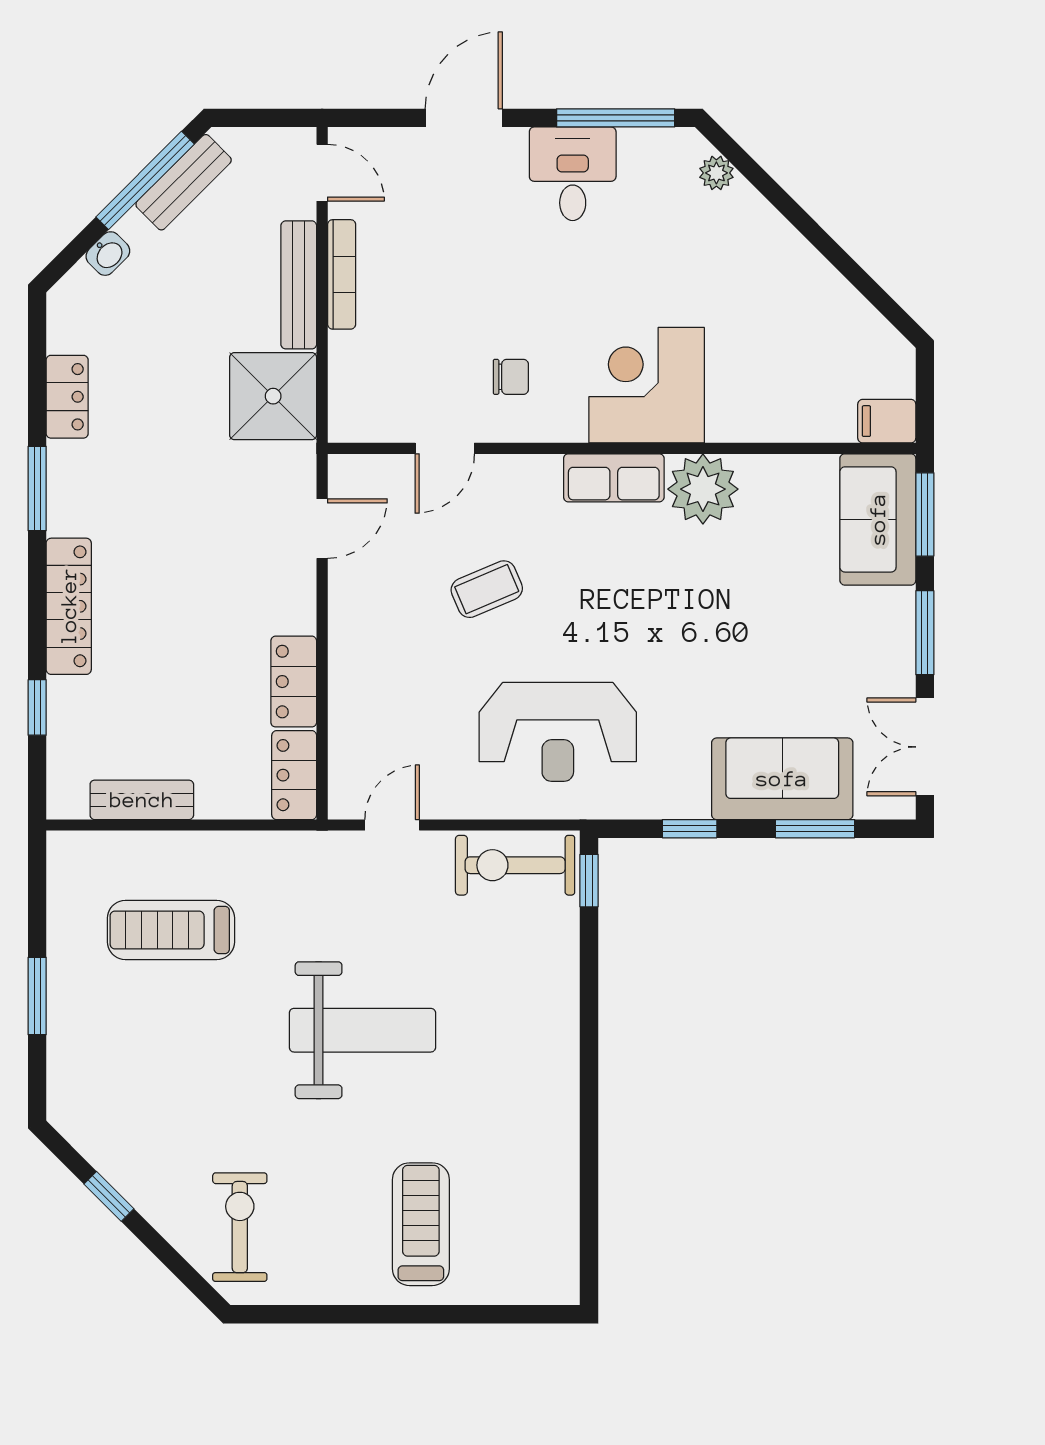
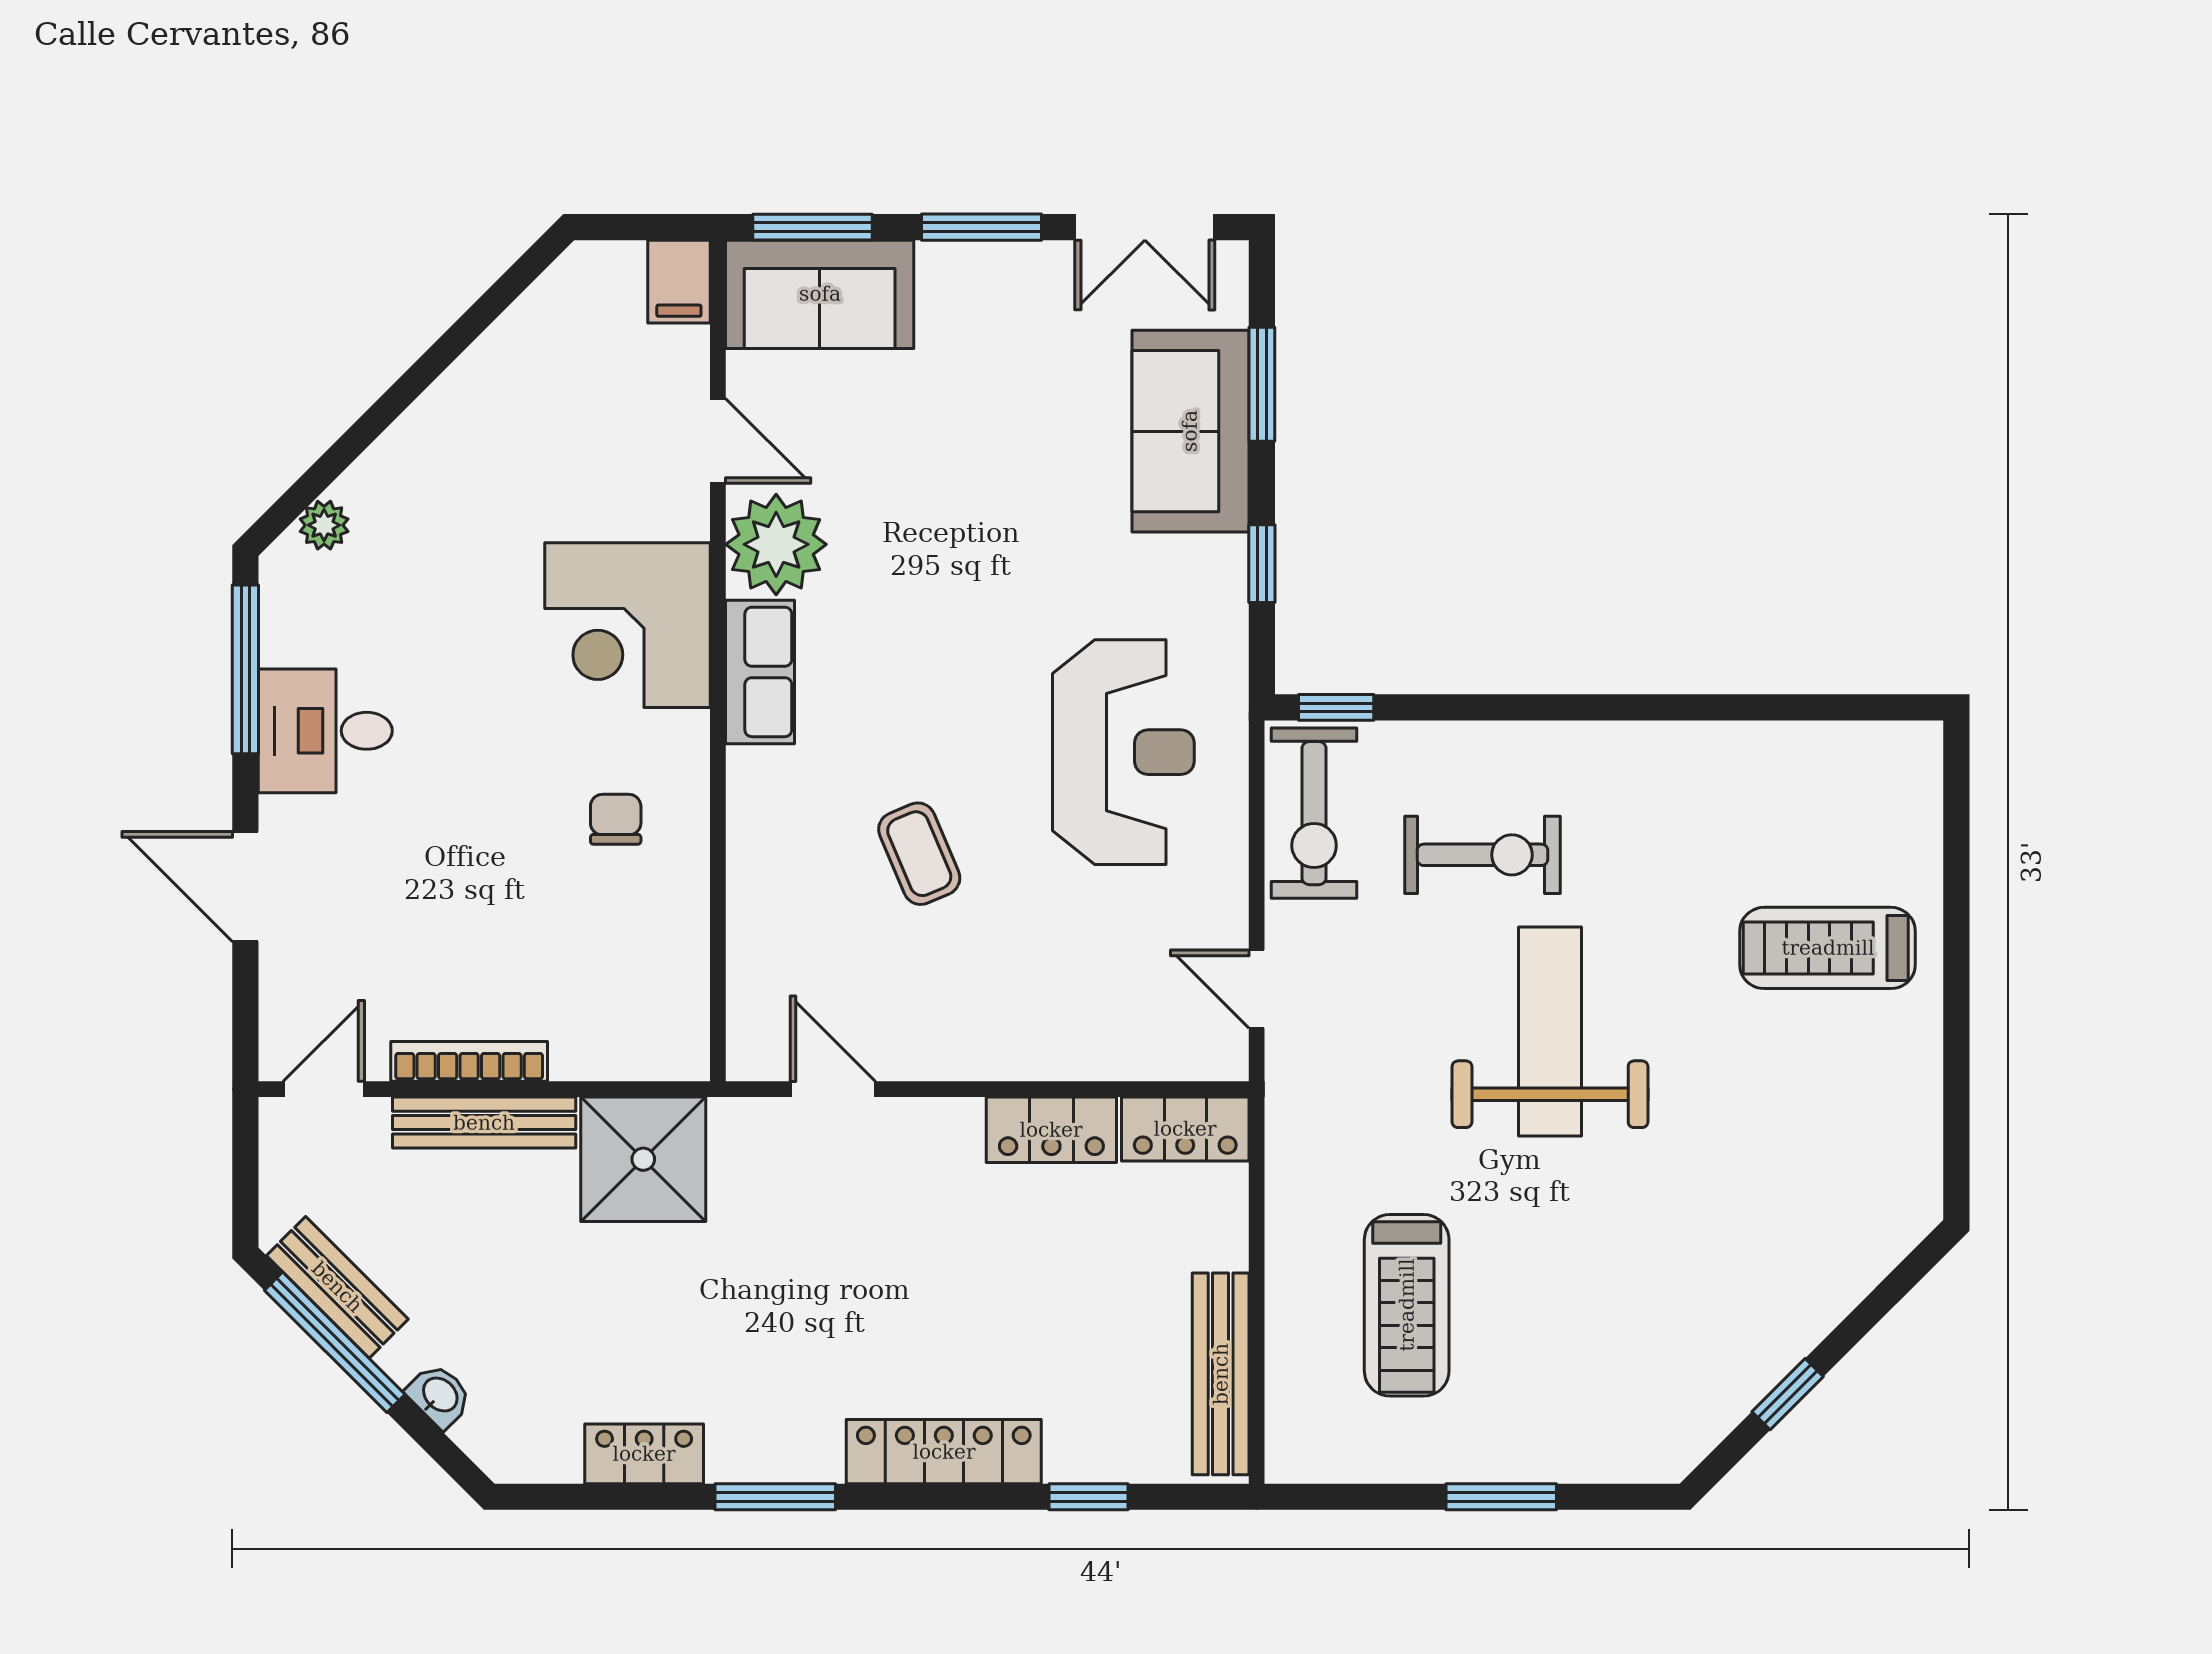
door: (445, 448) -> (718, 441), moved
bench: (142, 800) -> (1221, 1374), width x1.36
exercise bike: (240, 1227) -> (1482, 855), moved, turned 180

